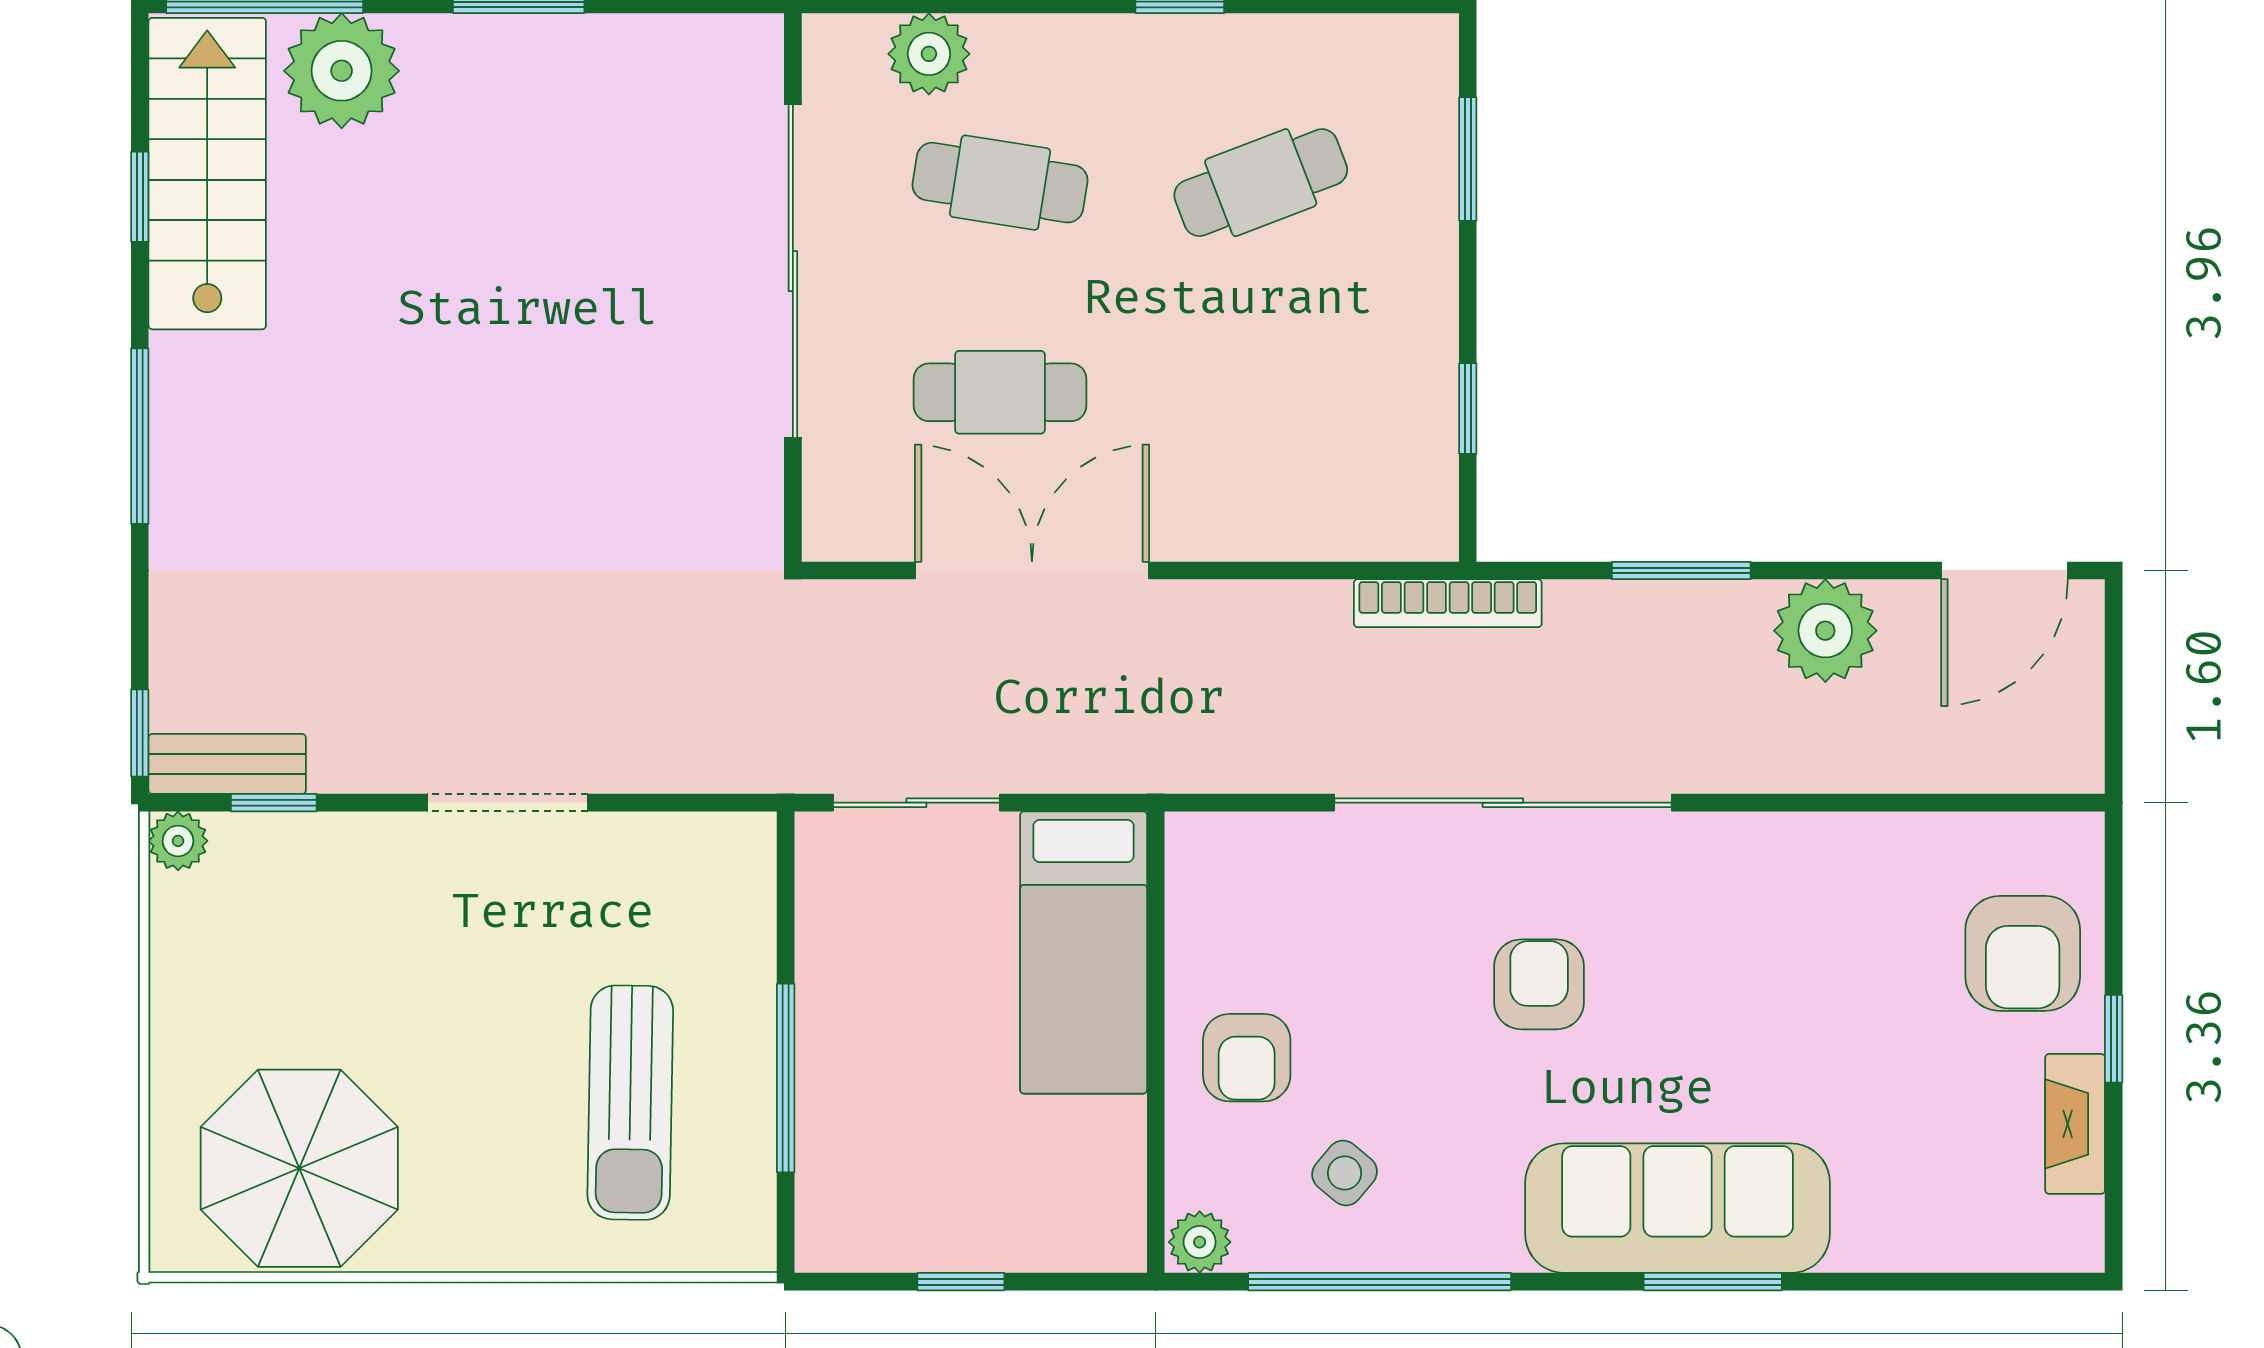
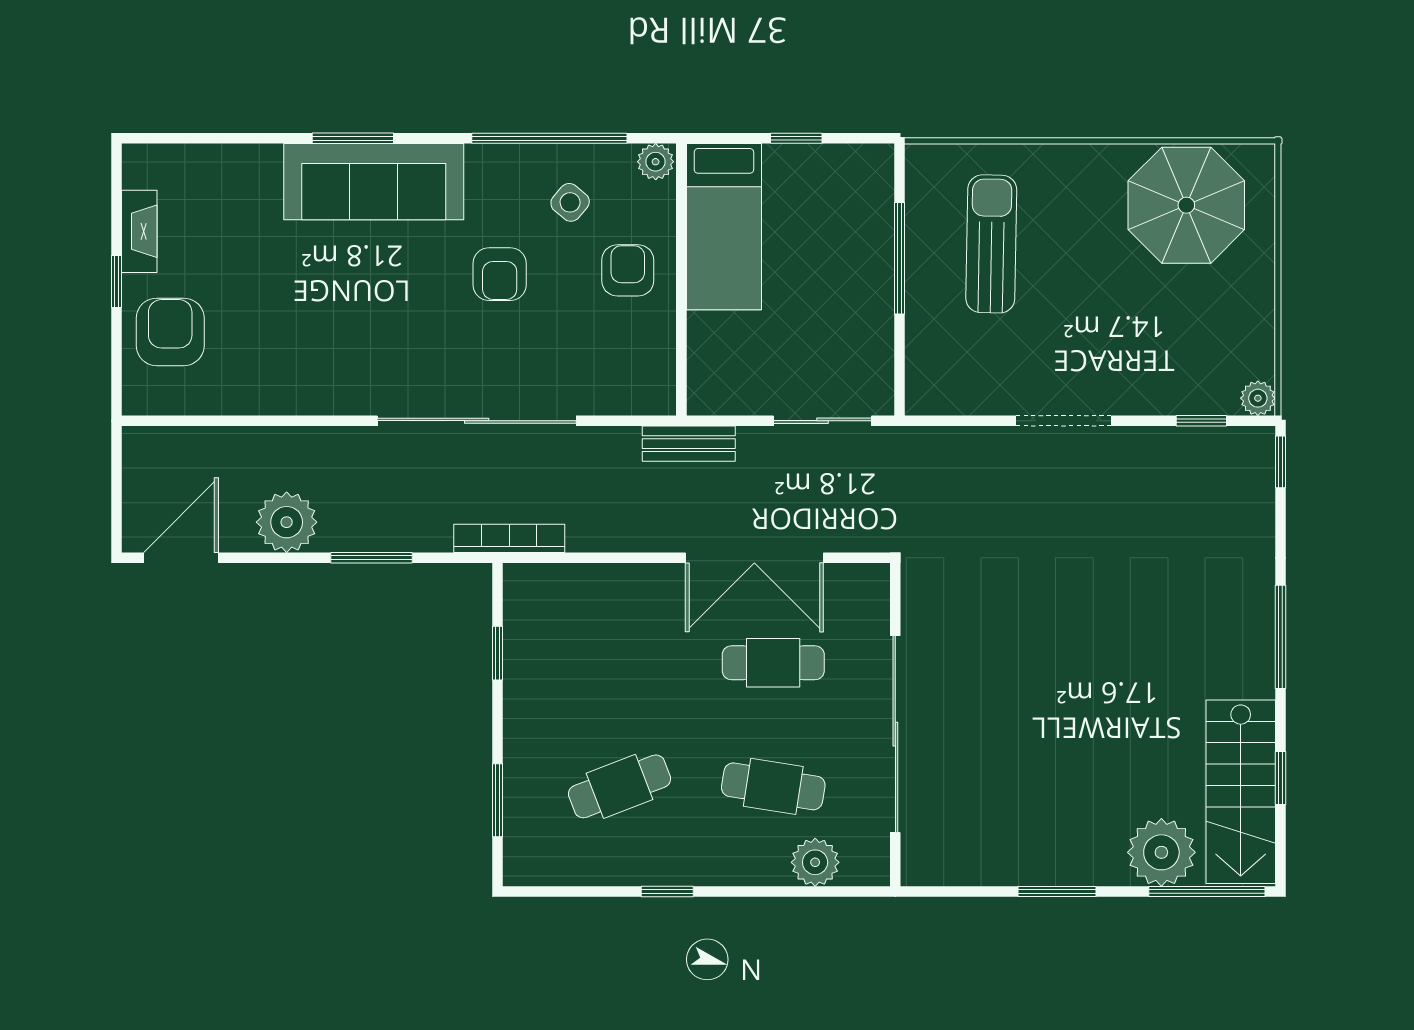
bench: (227, 764) -> (689, 444), moved
bed: (1084, 952) -> (724, 227), moved, turned 180
armchair: (1539, 984) -> (500, 274), moved

